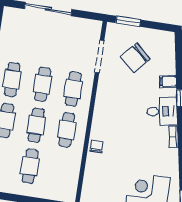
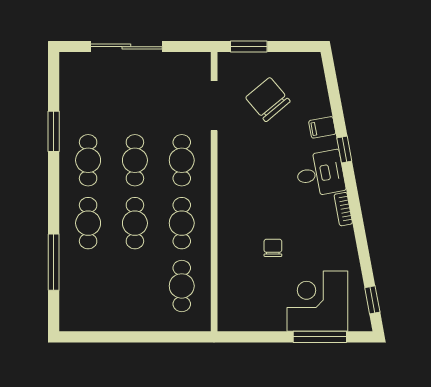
chair: (135, 58) -> (268, 99), turned 98
chair: (96, 147) -> (273, 248), moved
cafe table: (30, 166) -> (182, 286), moved

